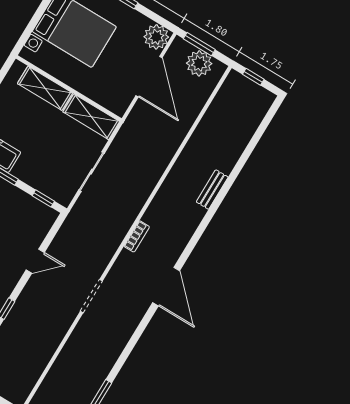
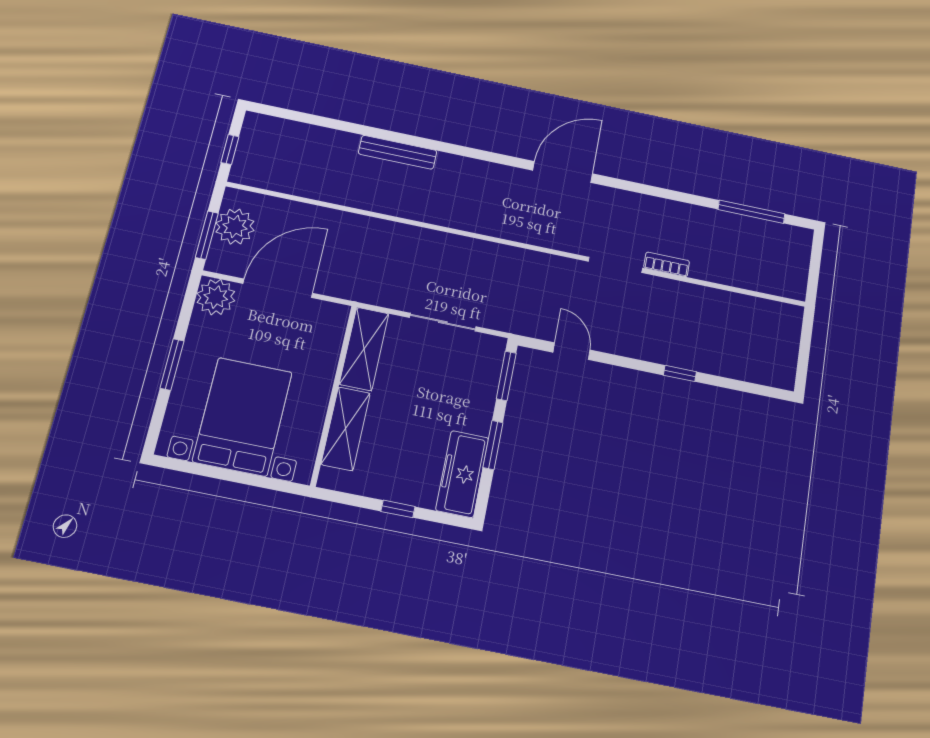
bench: (212, 190) -> (398, 152), width x1.36
window: (43, 198) -> (506, 376), width x1.50
bookcase: (137, 236) -> (667, 264), moved
door: (35, 261) -> (572, 351), moved

